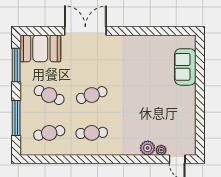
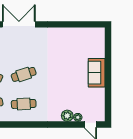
sofa: (185, 67) -> (97, 73), moved

